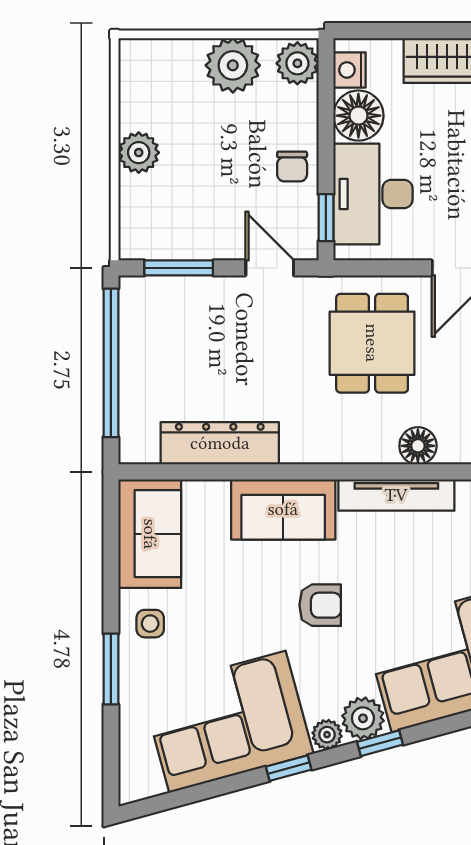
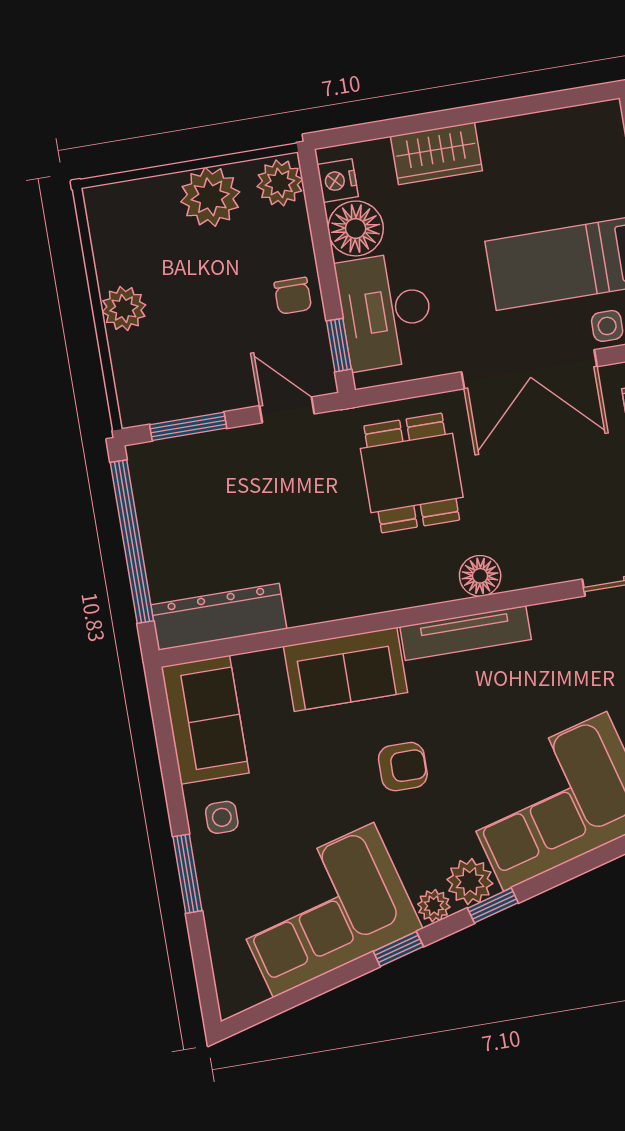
dresser: (220, 443) -> (219, 617), moved

